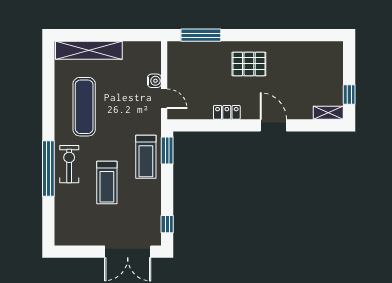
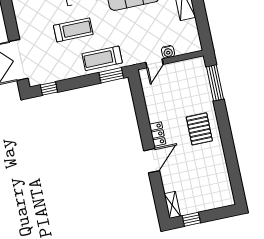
locker: (227, 112) -> (158, 134), moved
treadmill: (107, 183) -> (73, 30), turned 180

